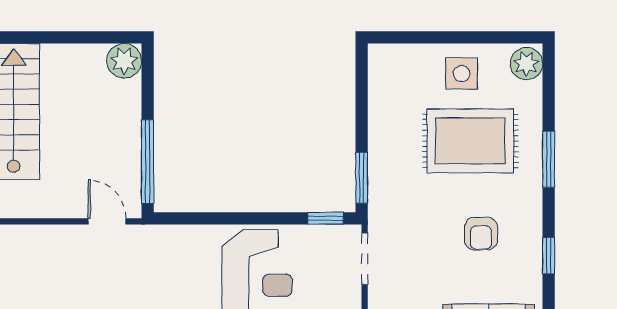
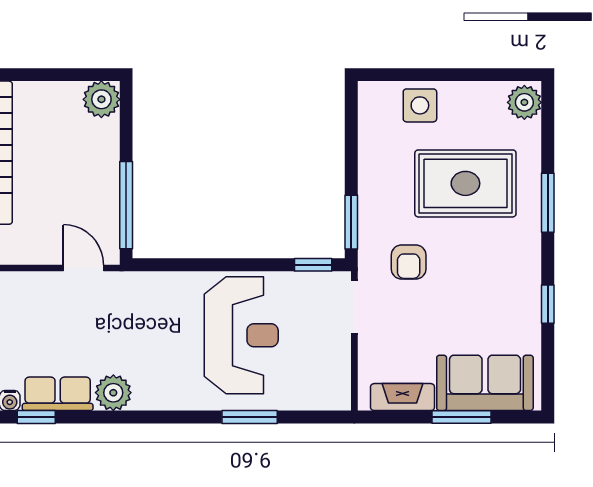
side table: (462, 74) -> (420, 105), moved
armchair: (481, 234) -> (409, 262), moved

